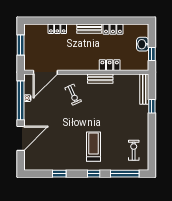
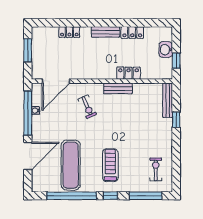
exercise mat: (58, 146) -> (71, 165), added
window: (59, 174) -> (72, 196), width x3.17

